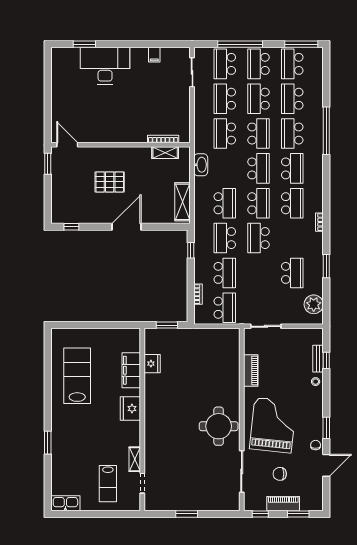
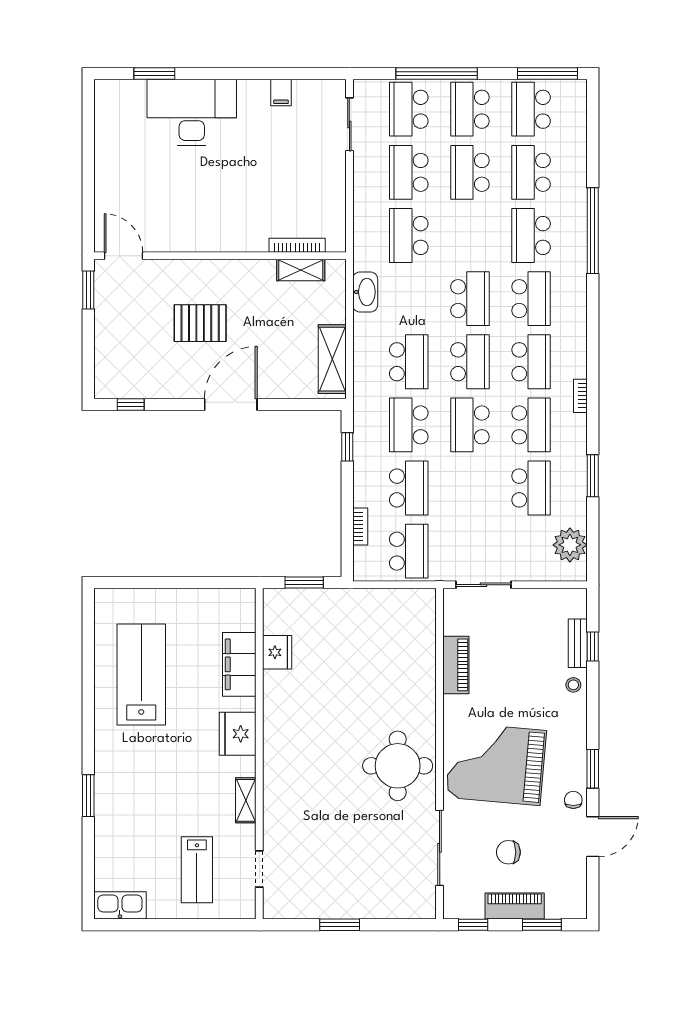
school desk: (259, 134) -> (531, 425), moved
grand piano: (273, 425) -> (496, 764), turned -91
shelving: (135, 459) -> (246, 800), moved

